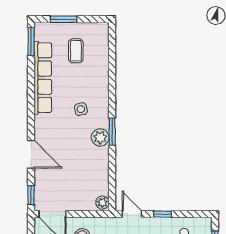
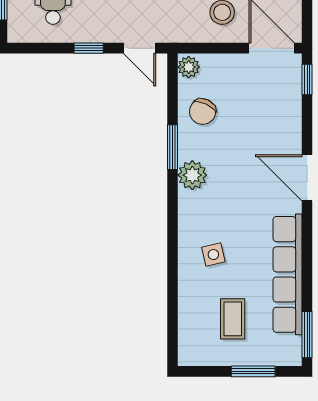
side table: (81, 109) -> (213, 255), moved
window: (112, 132) -> (173, 147), moved
door: (31, 154) -> (307, 178), moved
chair: (94, 176) -> (203, 112), added

